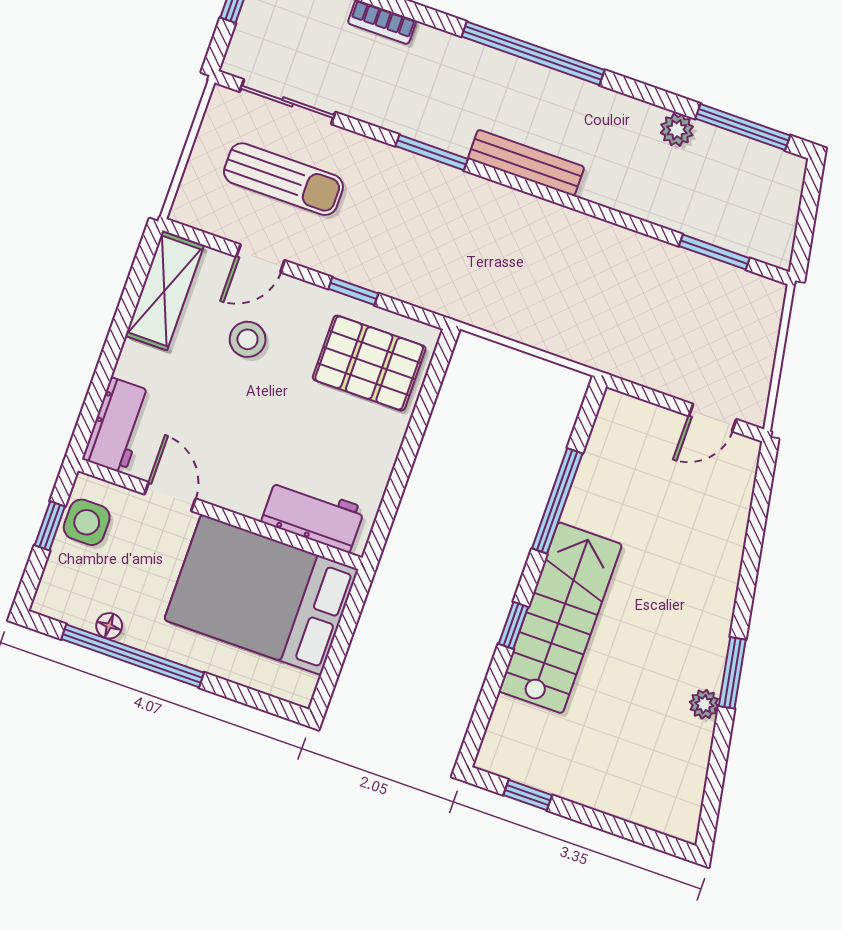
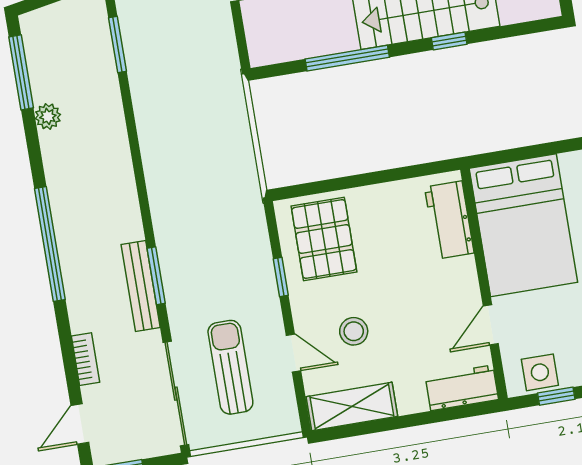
sliding door: (288, 102) -> (176, 394), width x1.37
bench: (526, 163) -> (141, 286), moved

